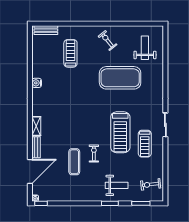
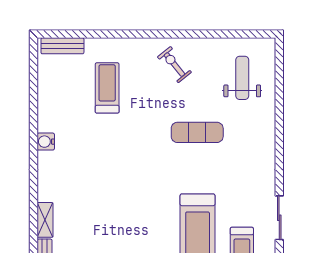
exercise mat: (120, 78) -> (197, 132), width x0.50, depth x0.69

